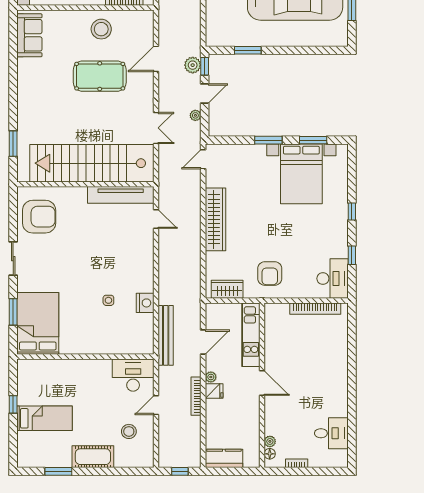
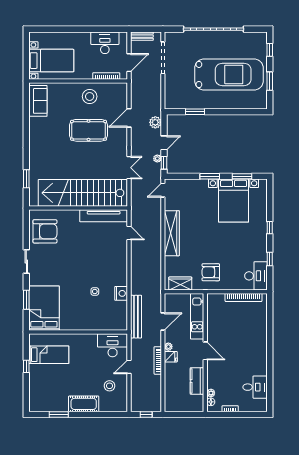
window: (205, 66) -> (164, 163), moved
armchair: (270, 274) -> (211, 272), turned 90
bed: (44, 418) -> (49, 355), moved
kitchen counter: (224, 458) -> (197, 381), moved, turned -90

